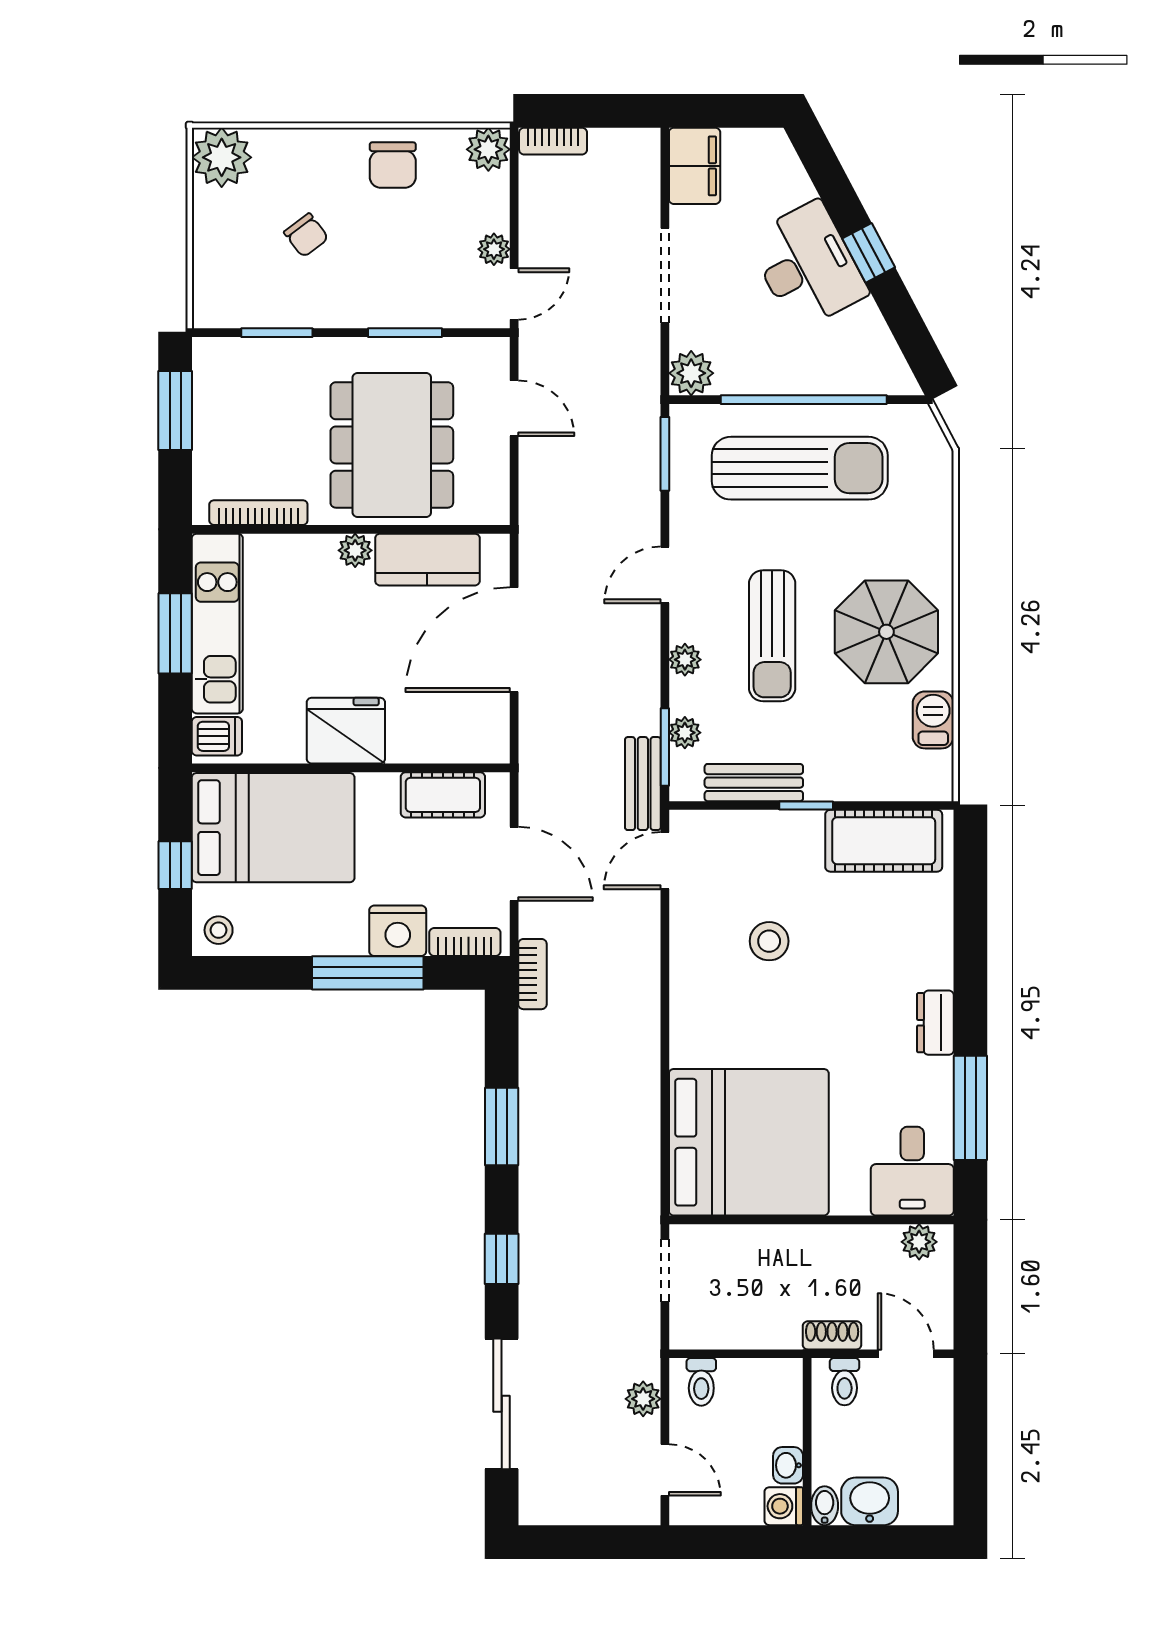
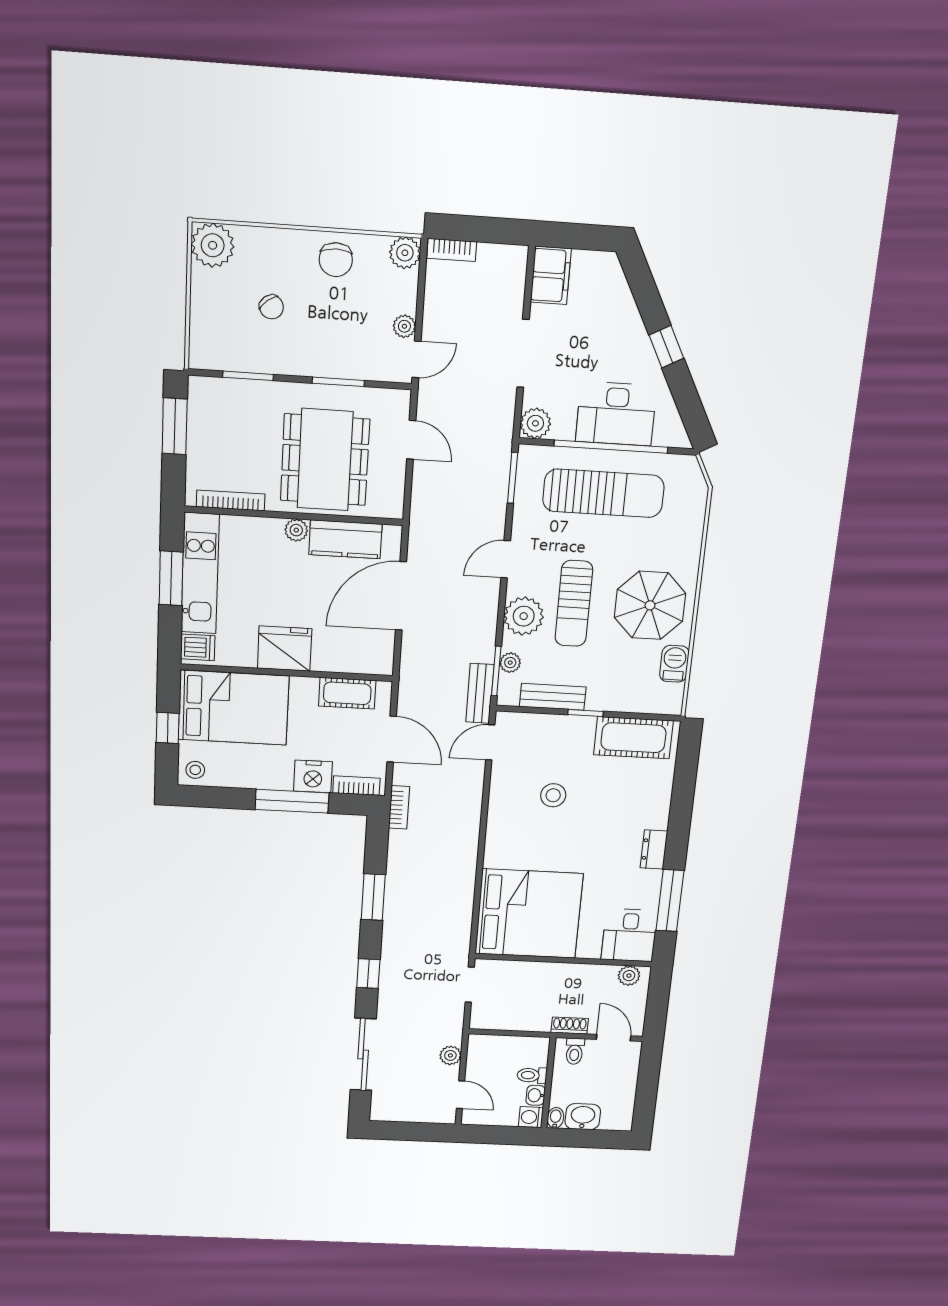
desk: (807, 266) -> (616, 414), moved, turned 118
plant: (685, 660) -> (524, 616), width x1.88, depth x1.88
toilet: (701, 1382) -> (532, 1075), moved, turned 90

